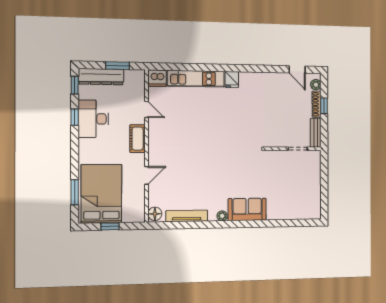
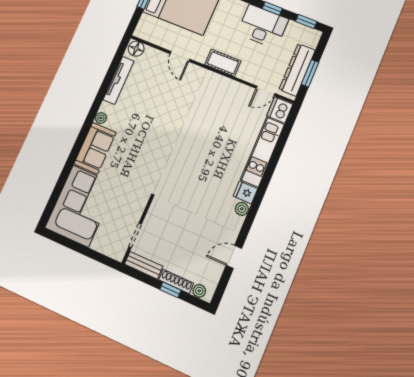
door: (297, 69) -> (234, 257), moved
dresser: (101, 77) -> (297, 70), moved
plant: (245, 77) -> (242, 209), added
door: (147, 109) -> (265, 91), moved
corner sofa: (294, 200) -> (81, 206), added

